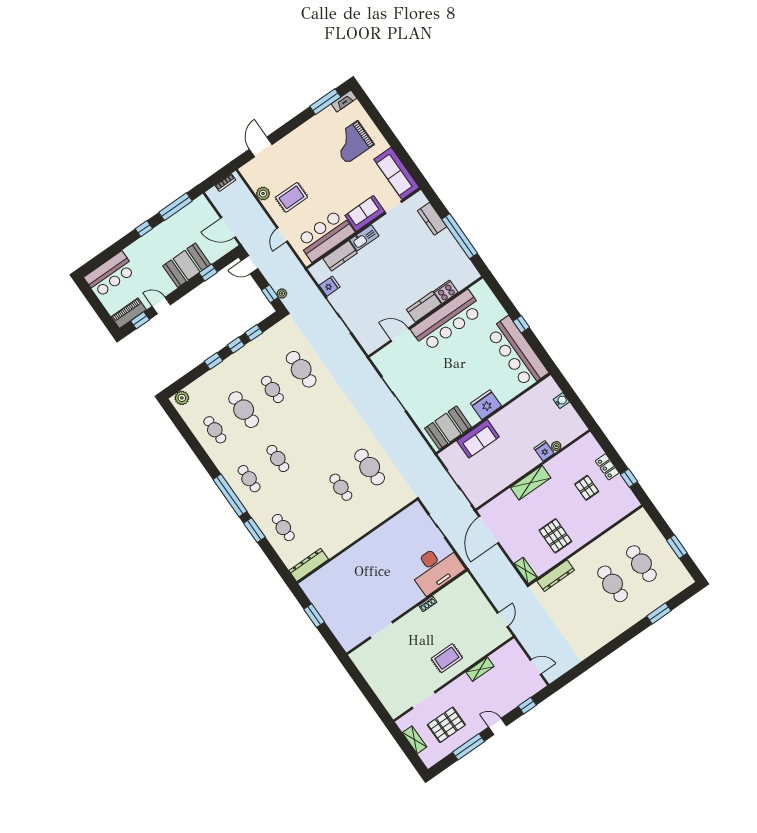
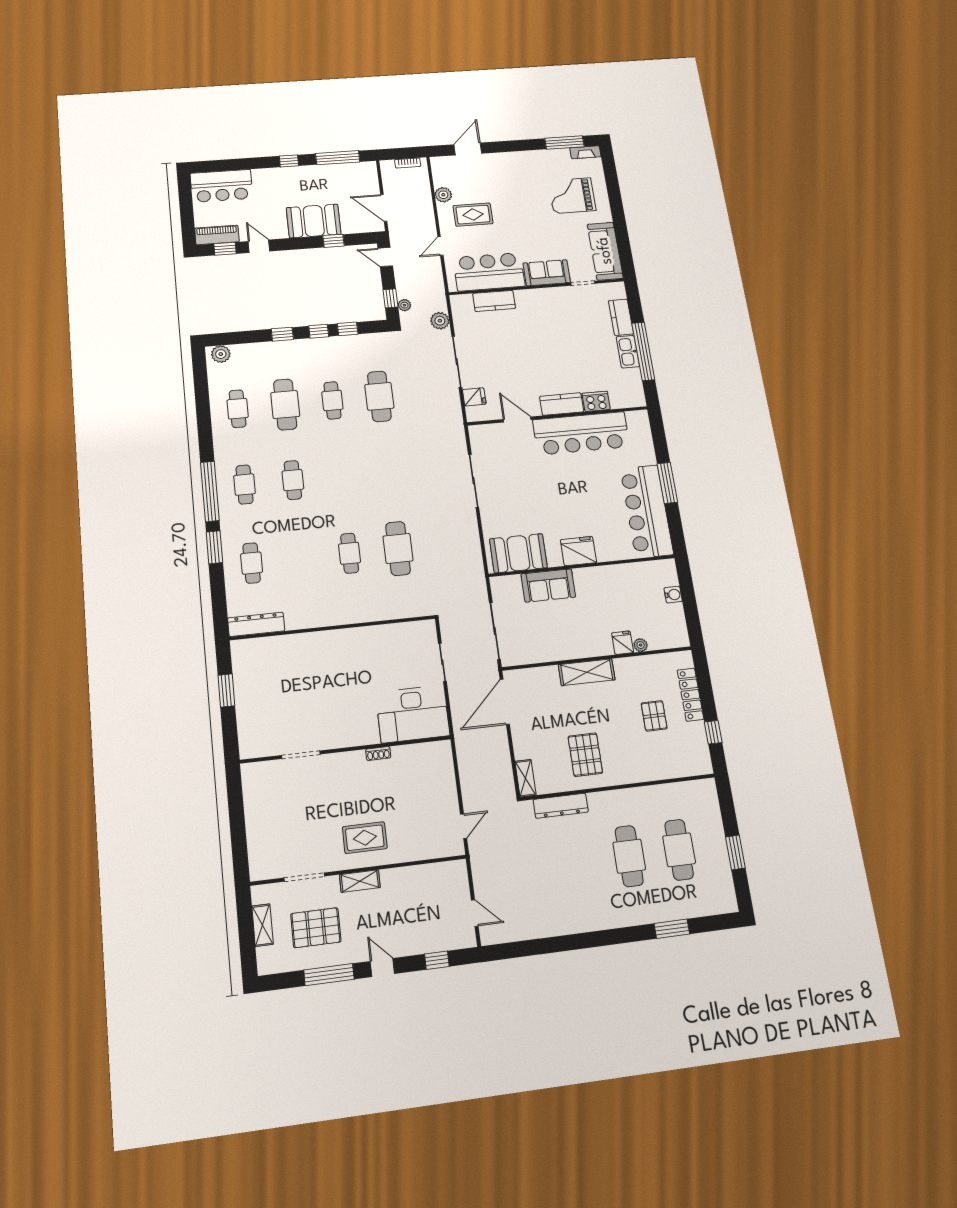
kitchen sink: (364, 238) -> (628, 352), moved, turned 90
fridge: (330, 286) -> (474, 397), moved
plant: (312, 292) -> (440, 321), added
window: (521, 324) -> (667, 483), width x2.17
locker: (607, 467) -> (690, 695), width x1.53
shelving: (480, 669) -> (360, 881), moved

